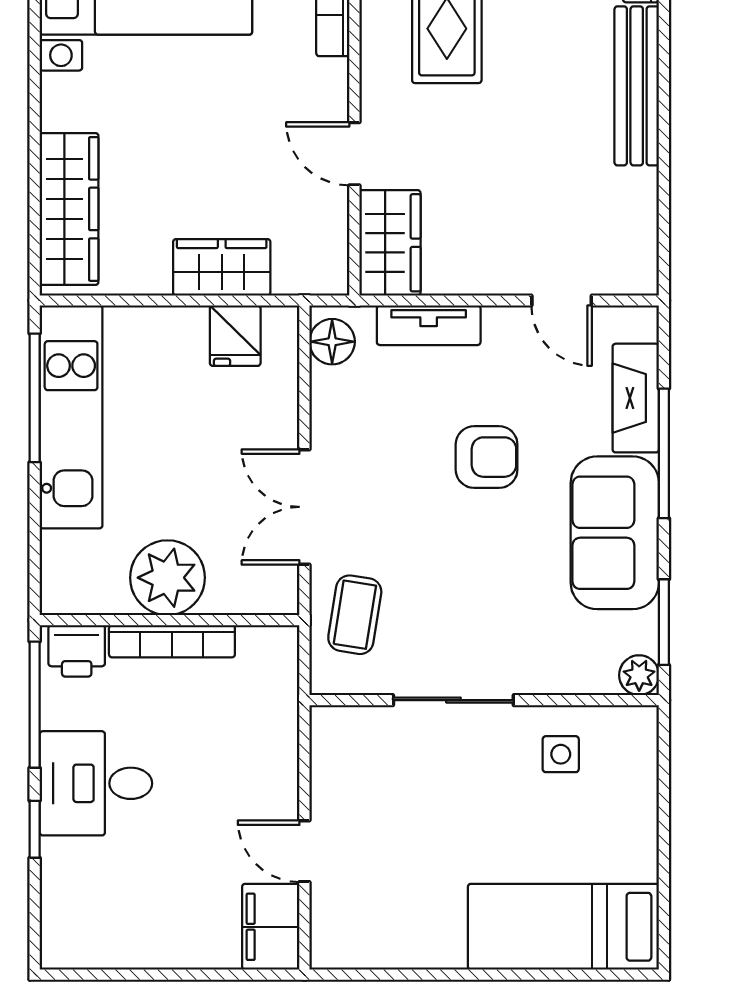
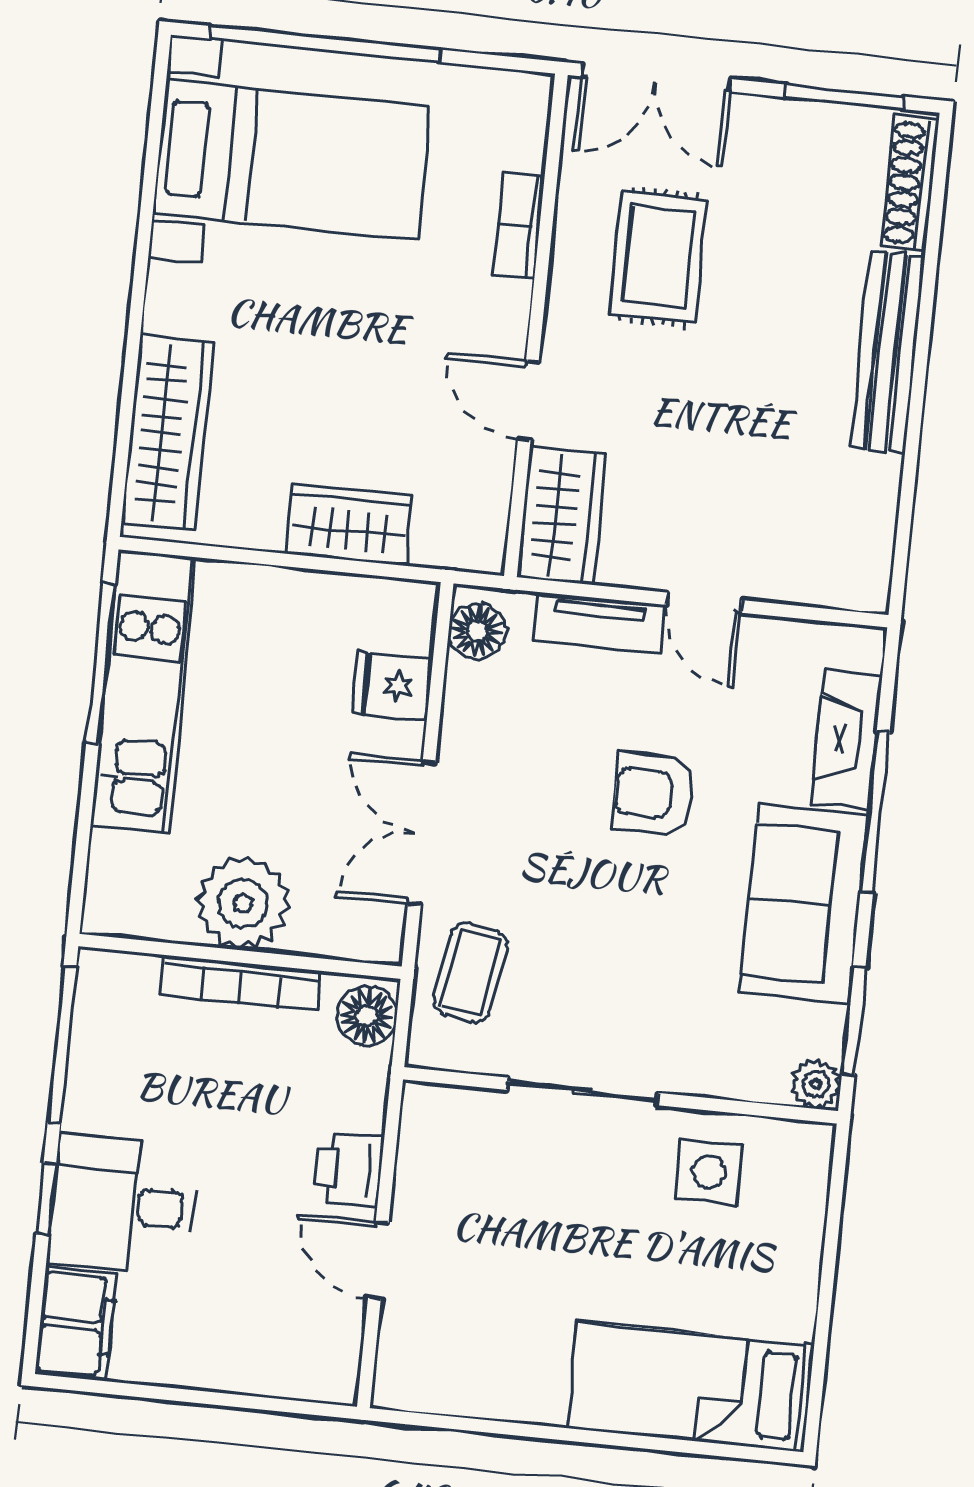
door: (562, 301) -> (704, 603), moved
fridge: (235, 336) -> (392, 686), moved, turned 90
armchair: (487, 457) -> (654, 794), turned 180
printer: (77, 651) -> (349, 1169), moved, turned 90
floor lamp: (276, 657) -> (367, 1016), added
side table: (561, 754) -> (709, 1172), width x1.37, depth x1.37
desk: (96, 783) -> (122, 1205), moved
filing cabinet: (271, 927) -> (76, 1324), moved, turned 180

